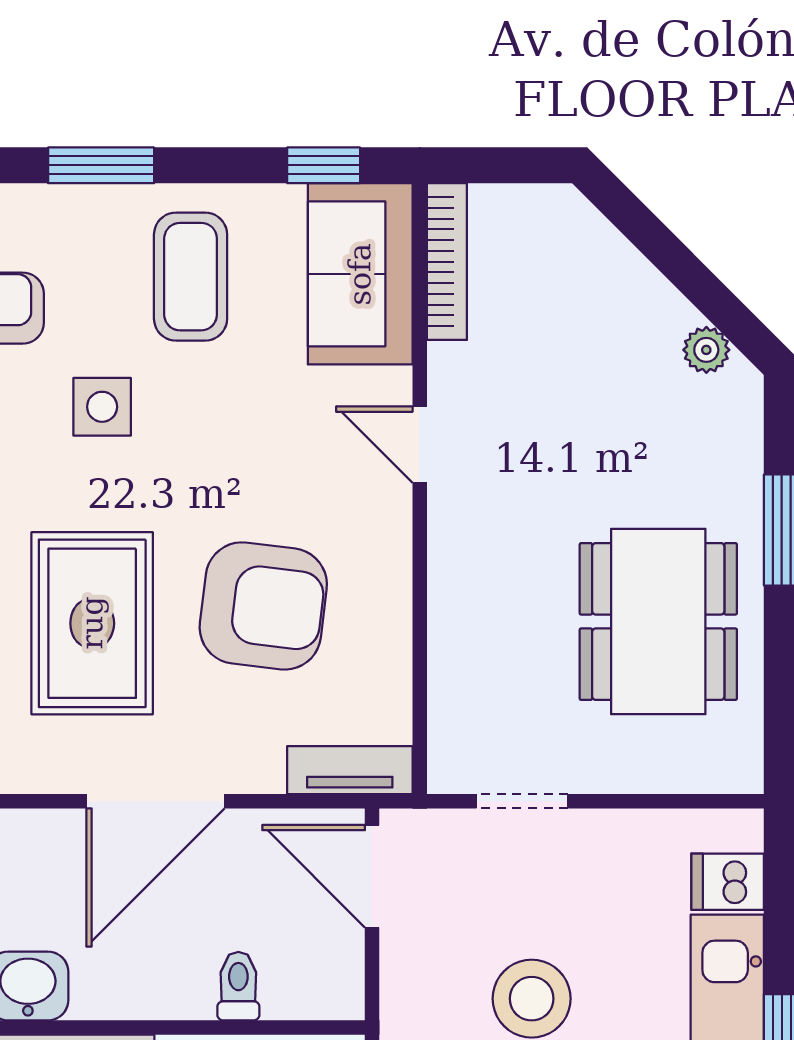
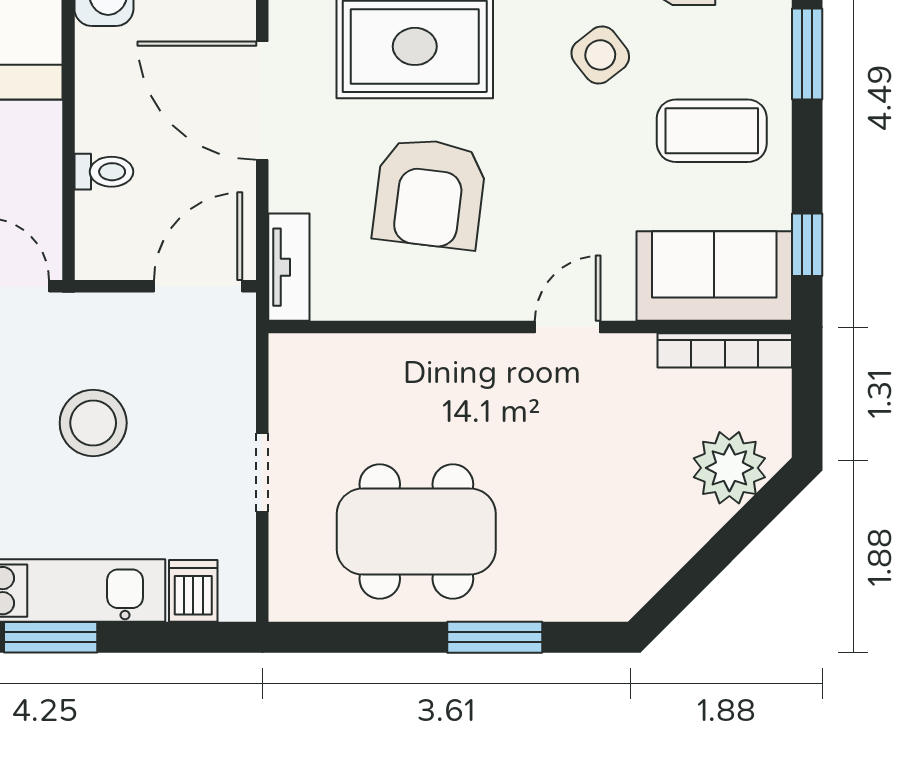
plant: (706, 350) -> (729, 468), moved, width x1.87, depth x1.87
side table: (102, 407) -> (600, 55), turned -38
doorway: (522, 801) -> (262, 473), moved

